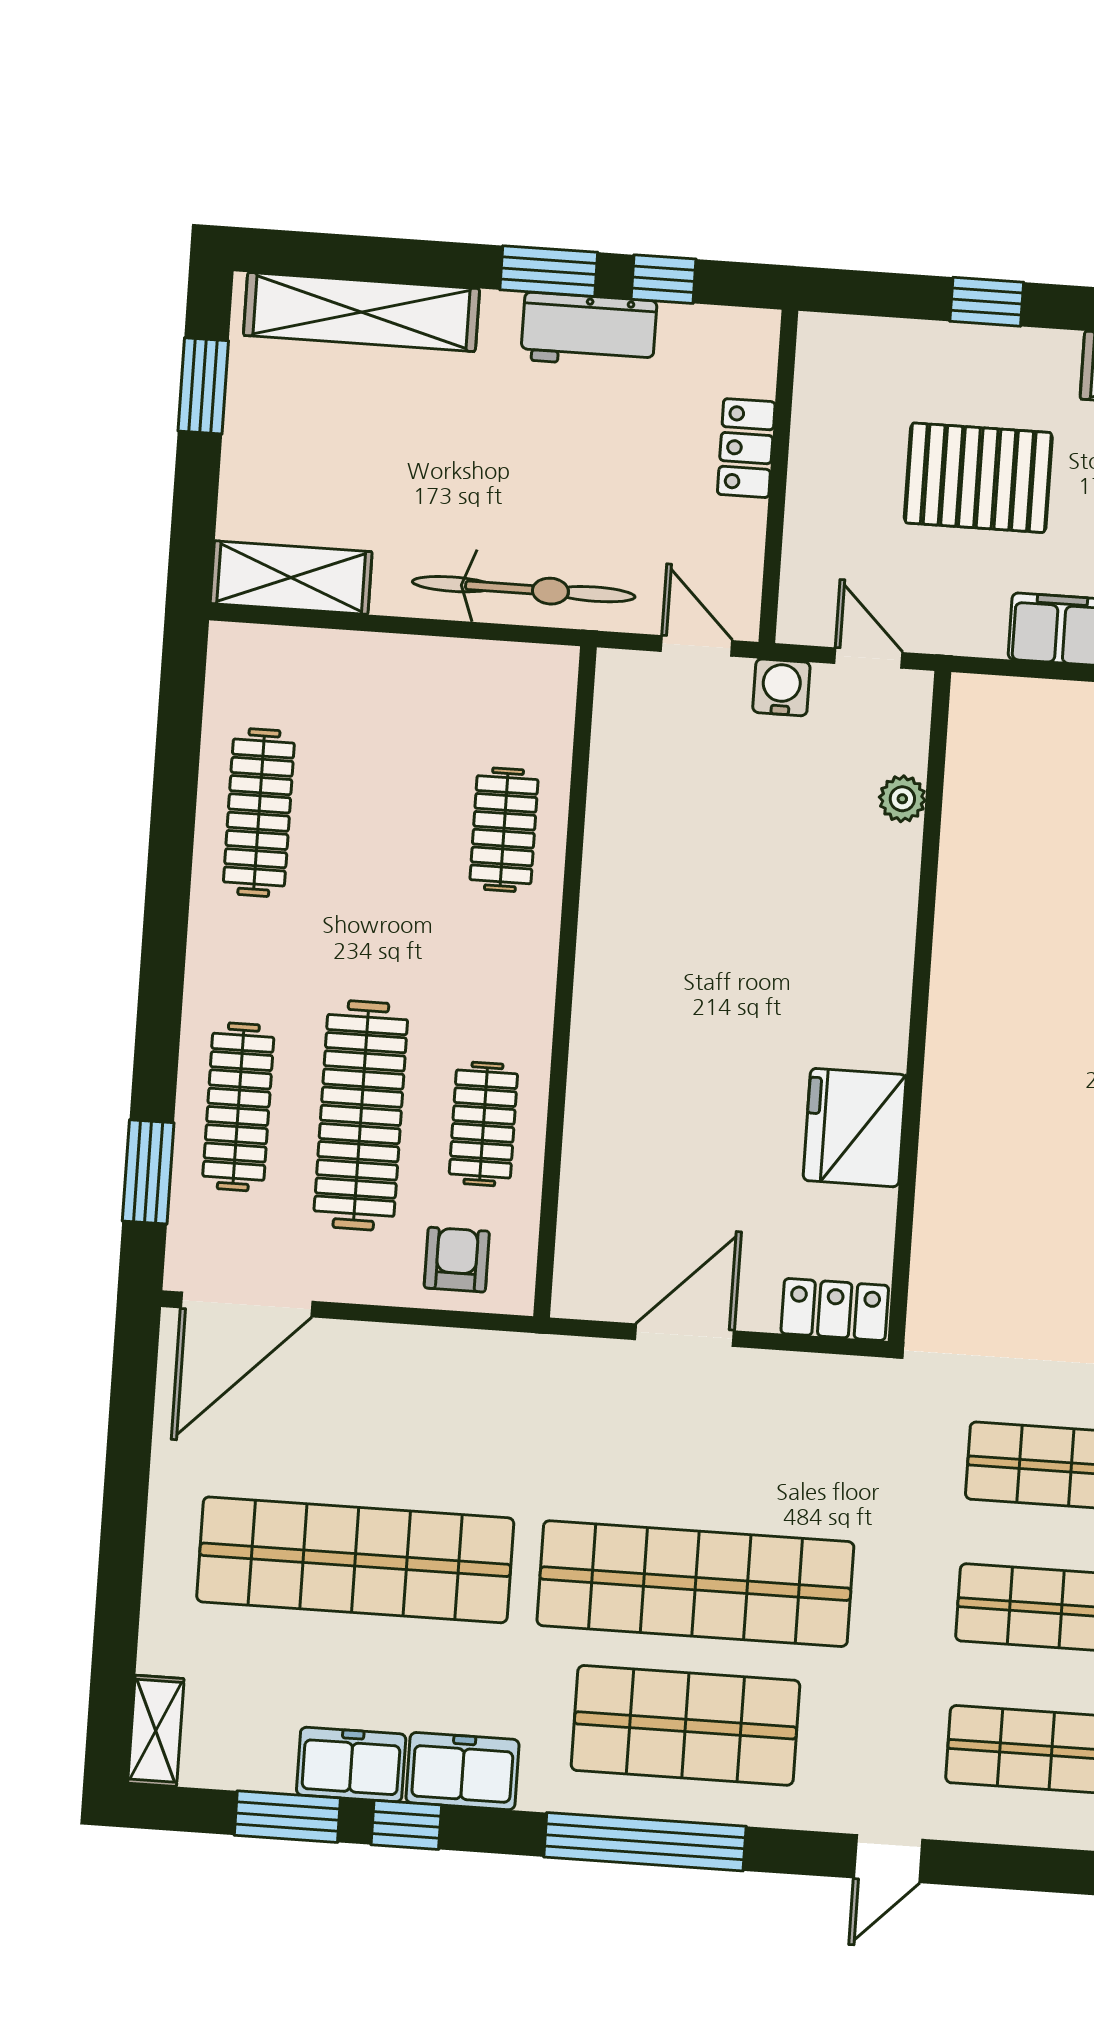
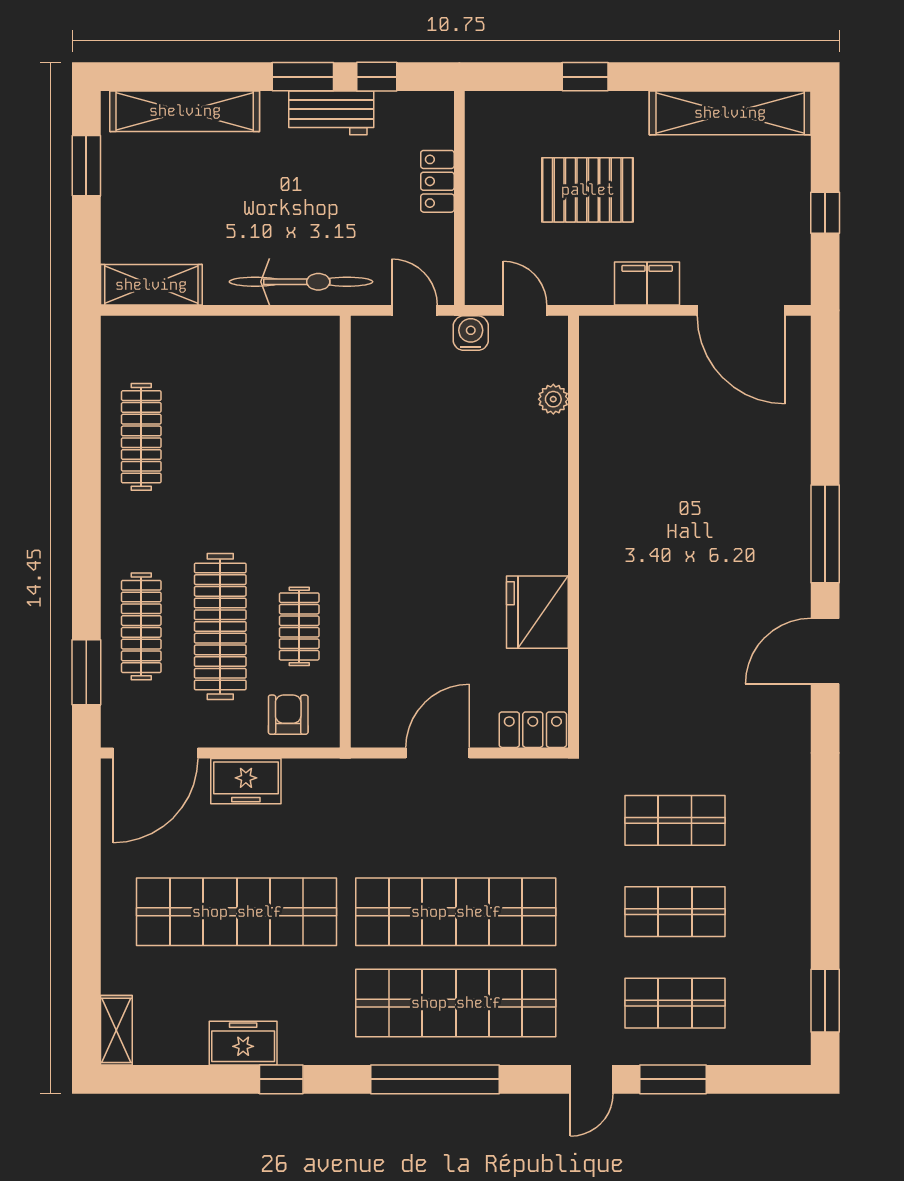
clothes rail: (504, 830) -> (299, 437), removed
shop shelf: (685, 1725) -> (456, 1003), width x1.40
freezer: (463, 1771) -> (246, 781), moved, turned 180
window: (287, 1817) -> (673, 1079), moved

